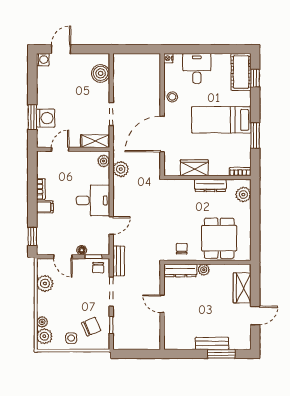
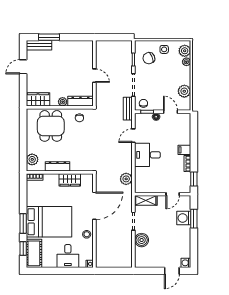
boiler: (101, 73) -> (142, 240), moved
bed: (221, 120) -> (49, 222), width x1.50
window: (255, 135) -> (23, 224), moved
plant: (103, 161) -> (139, 185), removed
window: (32, 236) -> (194, 179), moved
wardrobe: (242, 288) -> (38, 99), moved, turned -90
bench: (212, 343) -> (39, 45), moved

